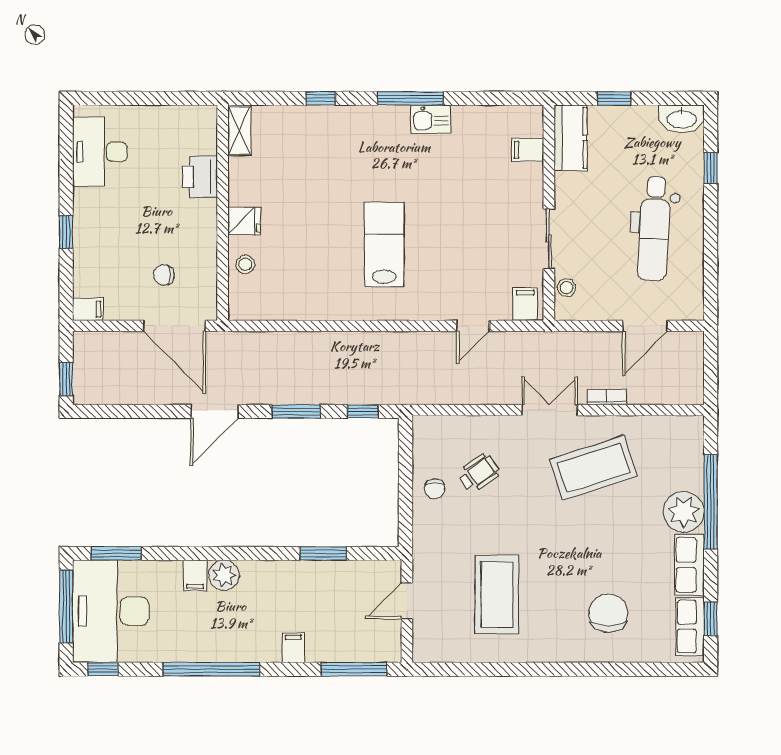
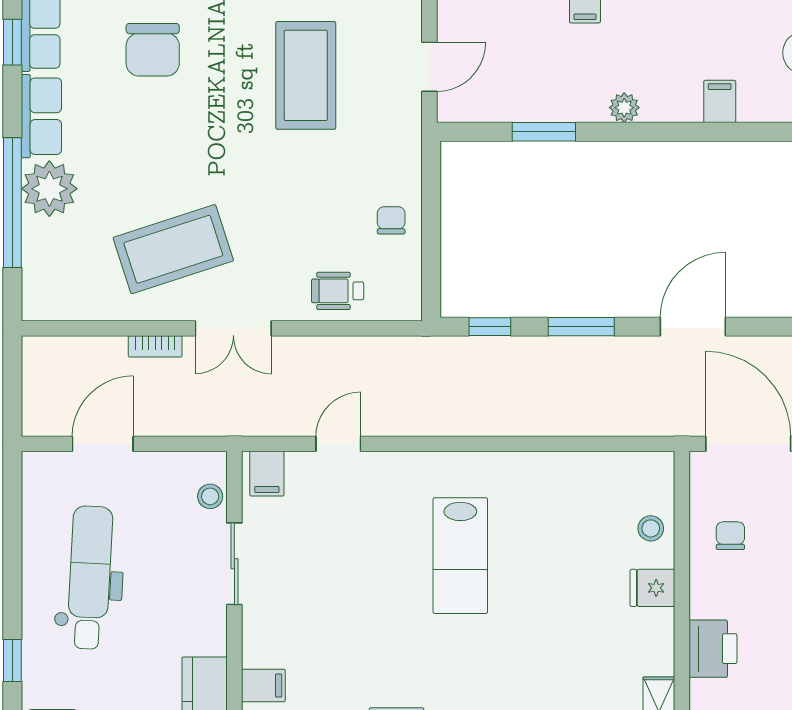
chair: (164, 275) -> (730, 536), moved, turned -90
wheelchair: (479, 473) -> (338, 291), moved, turned 35
plant: (224, 575) -> (624, 108), moved, width x0.73, depth x0.73

